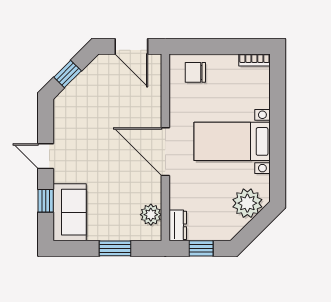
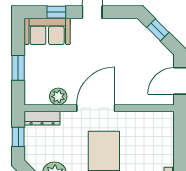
chair: (195, 72) -> (159, 132), removed
plant: (151, 215) -> (58, 97), moved
dresser: (178, 225) -> (42, 118), width x1.44

